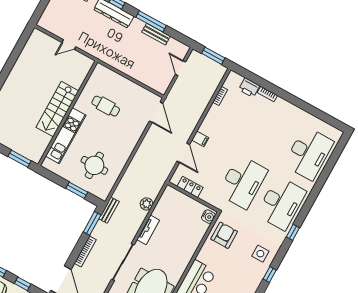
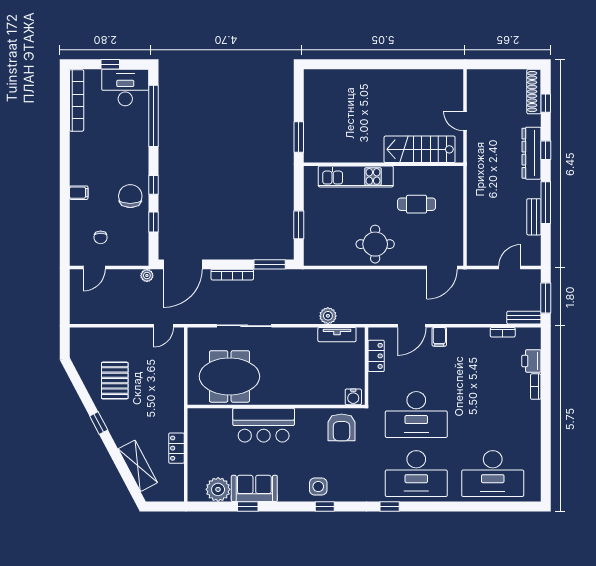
cafe table: (106, 106) -> (417, 204), turned 90
stairs: (57, 109) -> (420, 149), moved
round table: (94, 165) -> (375, 244), moved
bench: (109, 210) -> (524, 318), moved
tv unit: (148, 230) -> (337, 335), moved
armchair: (224, 235) -> (342, 427), turned 90
side table: (260, 254) -> (318, 487), moved

